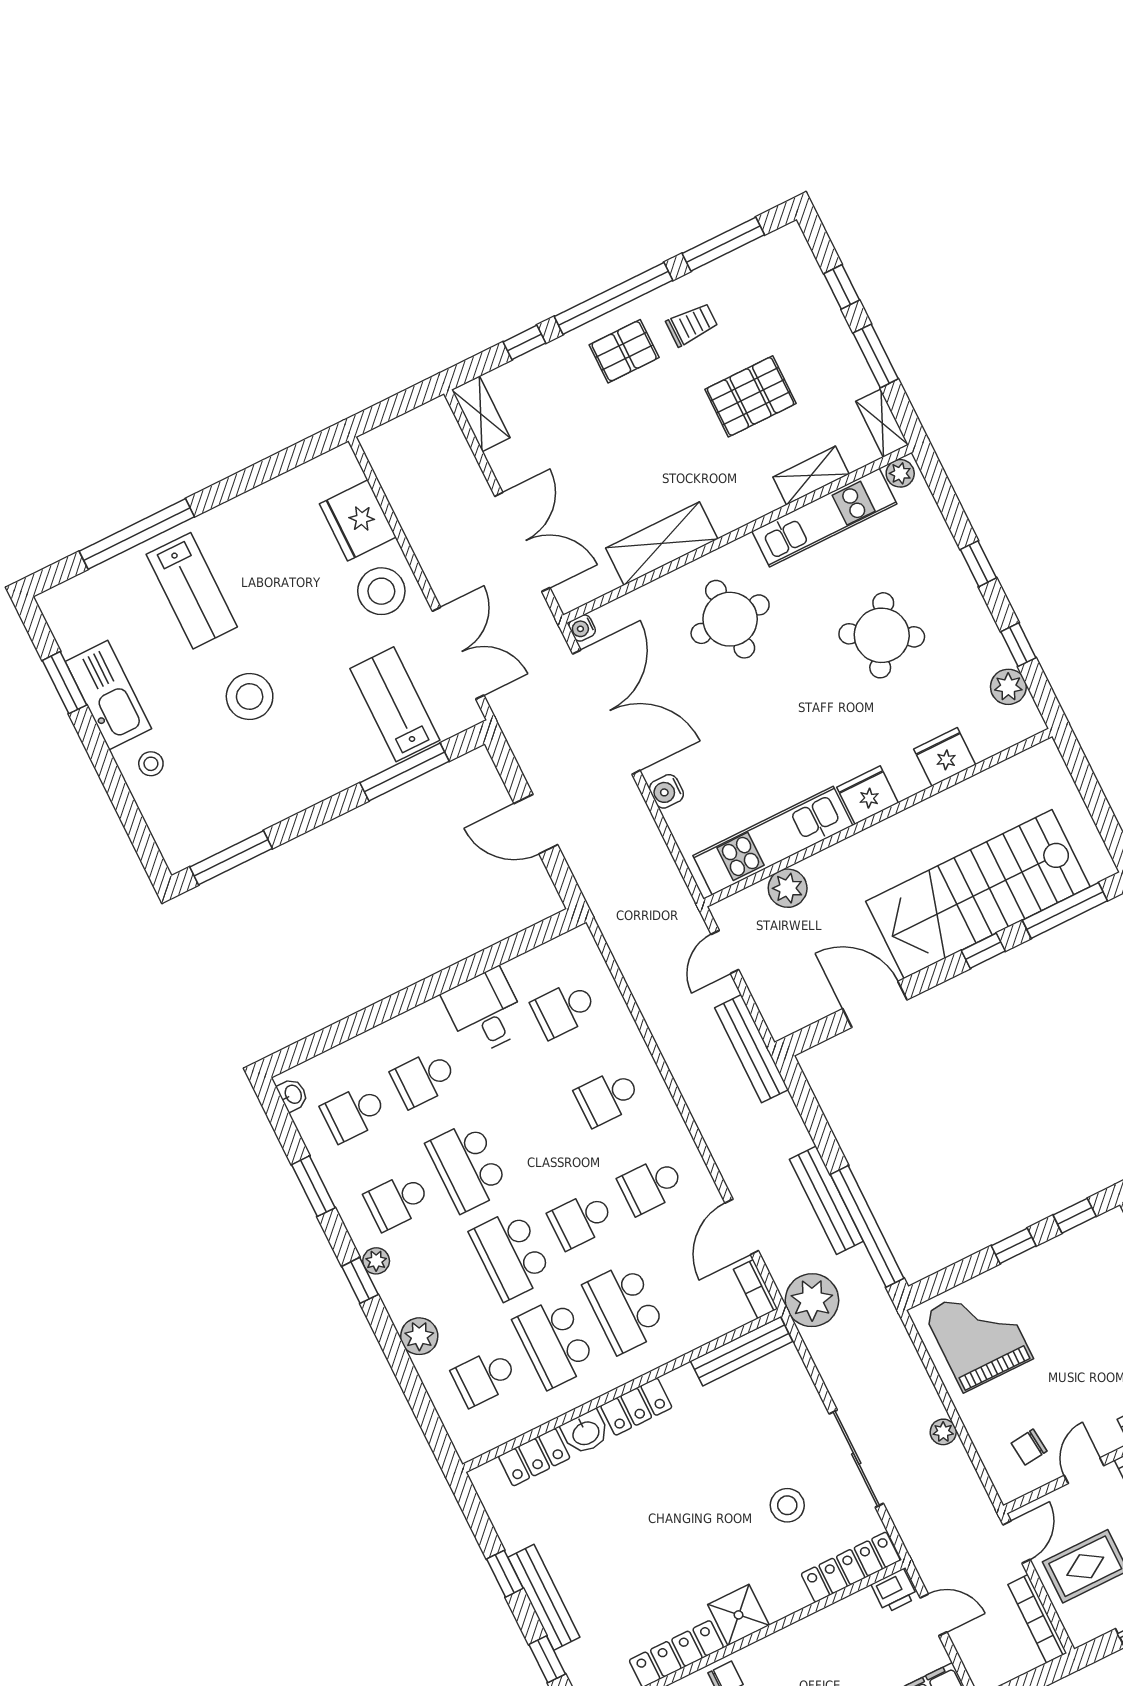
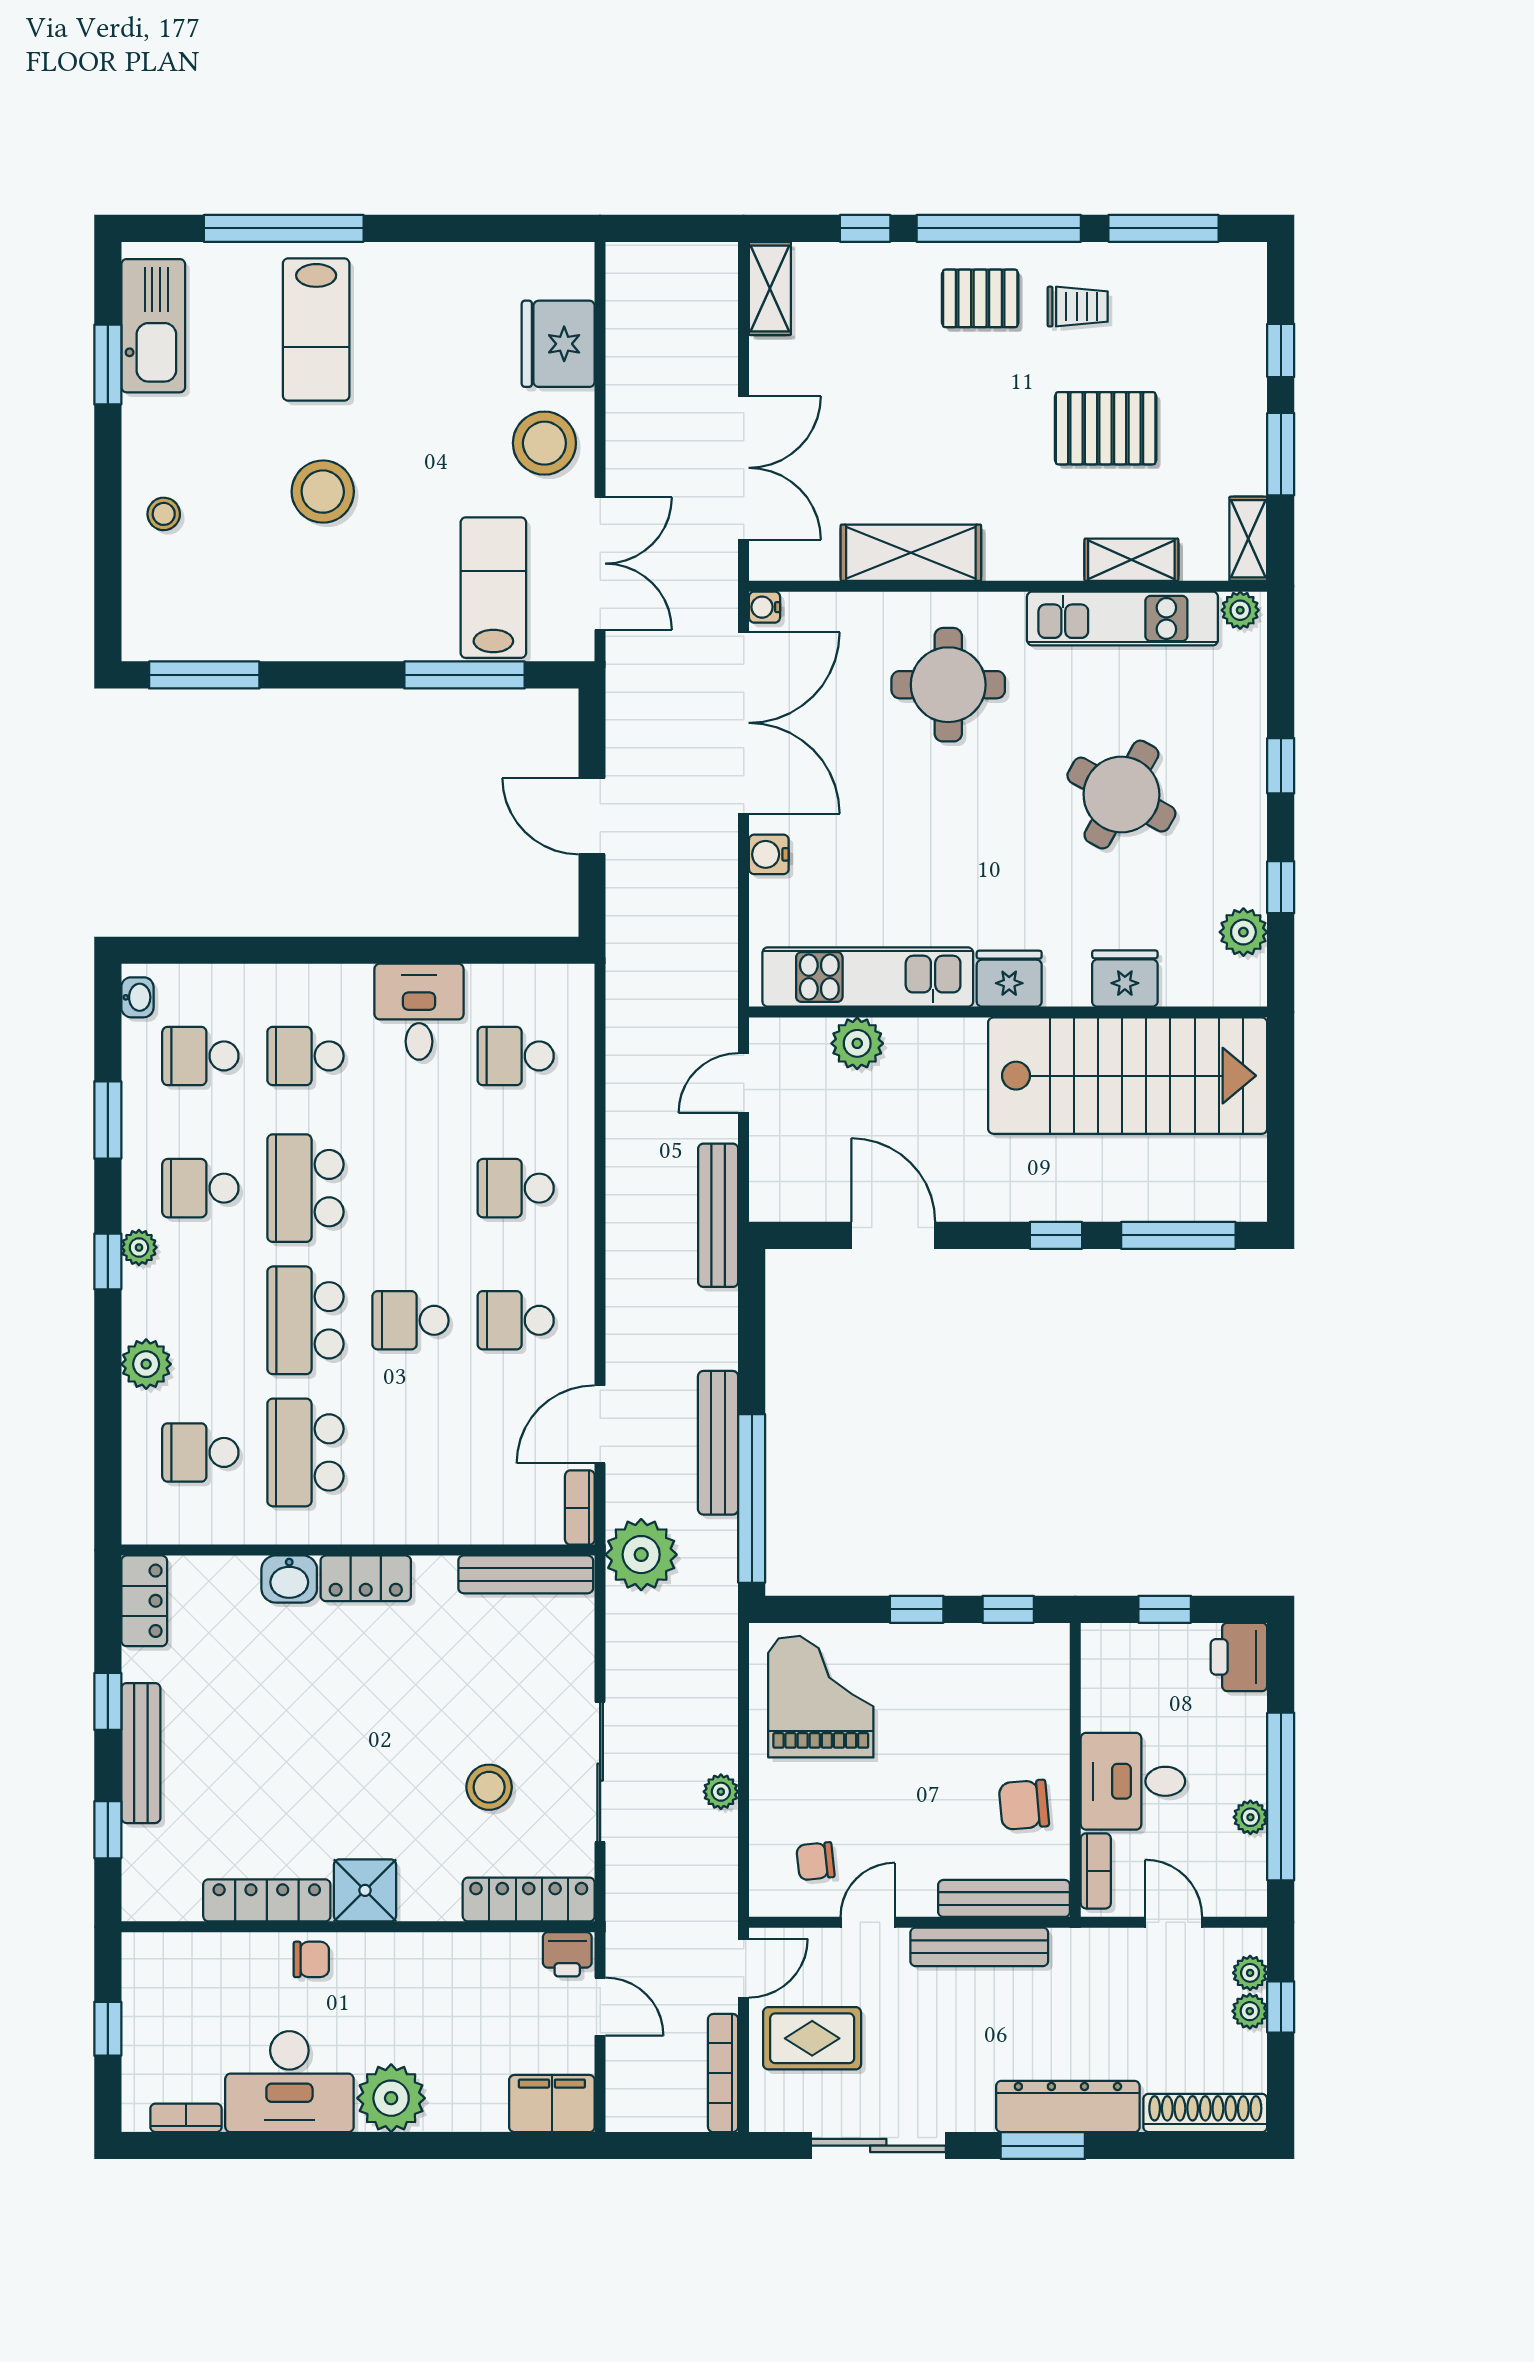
kitchen sink: (108, 695) -> (153, 326), moved
stairs: (978, 894) -> (1128, 1076), moved, turned 180
school desk: (625, 1308) -> (411, 1452), removed
locker: (534, 1457) -> (144, 1601), moved, turned -90

